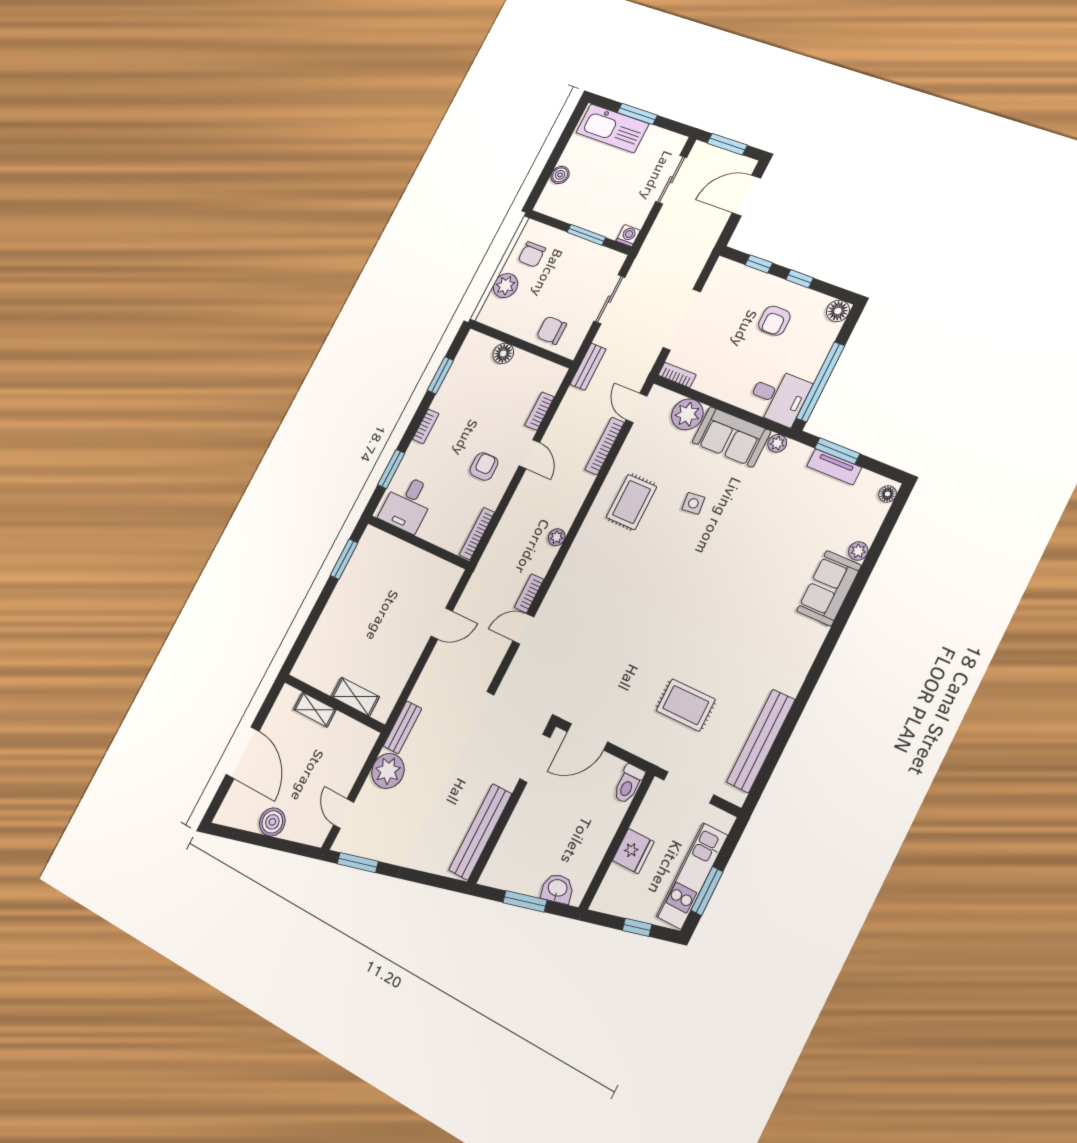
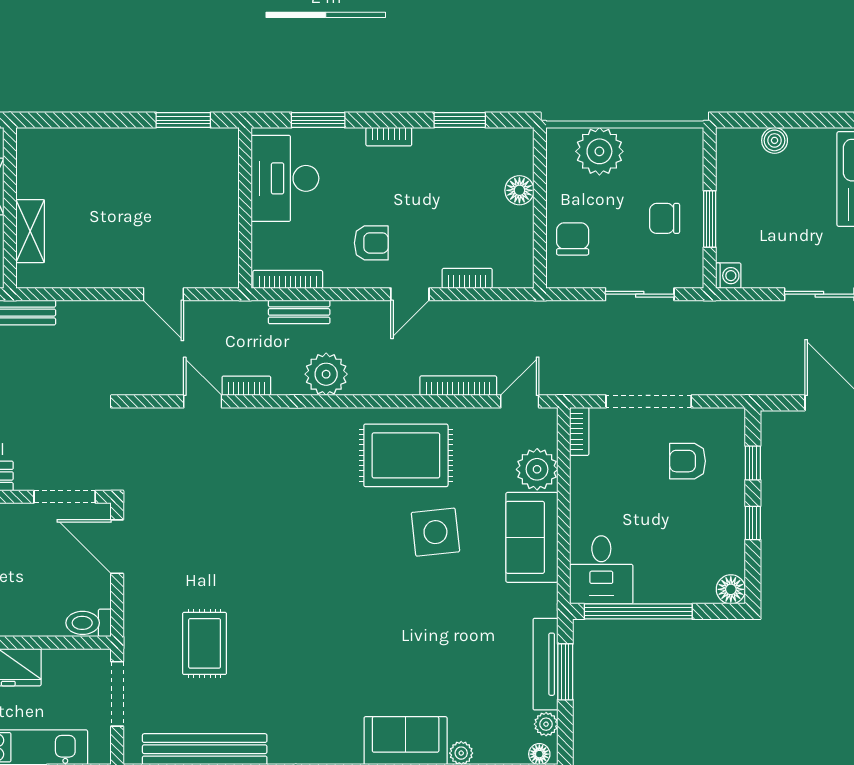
chair: (532, 254) -> (665, 218), moved
plant: (505, 286) -> (599, 151), width x1.36, depth x1.36
armchair: (774, 321) -> (688, 461), moved
bench: (588, 367) -> (299, 312), moved
plant: (777, 443) -> (546, 724), moved
tv unit: (834, 467) -> (545, 664), width x1.41
rug: (631, 502) -> (406, 455), width x1.36, depth x1.43
side table: (693, 503) -> (435, 532), width x1.87, depth x1.87
desk: (407, 504) -> (285, 178), width x1.37
plant: (557, 537) -> (326, 374), width x1.88, depth x1.88

